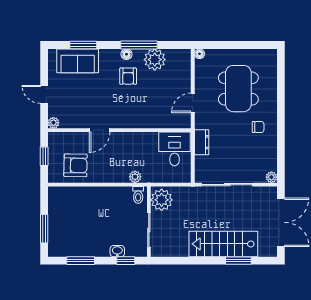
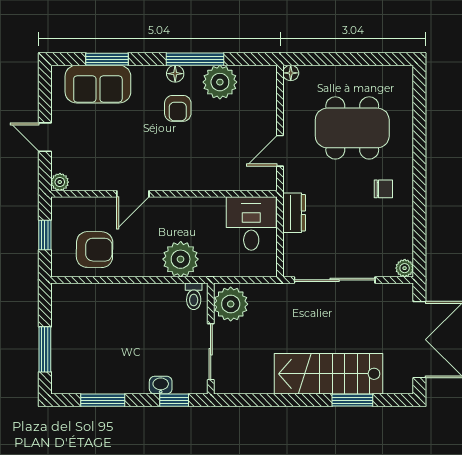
dining table: (238, 89) -> (352, 128), turned 90
plant: (135, 177) -> (181, 259), width x1.87, depth x1.87

